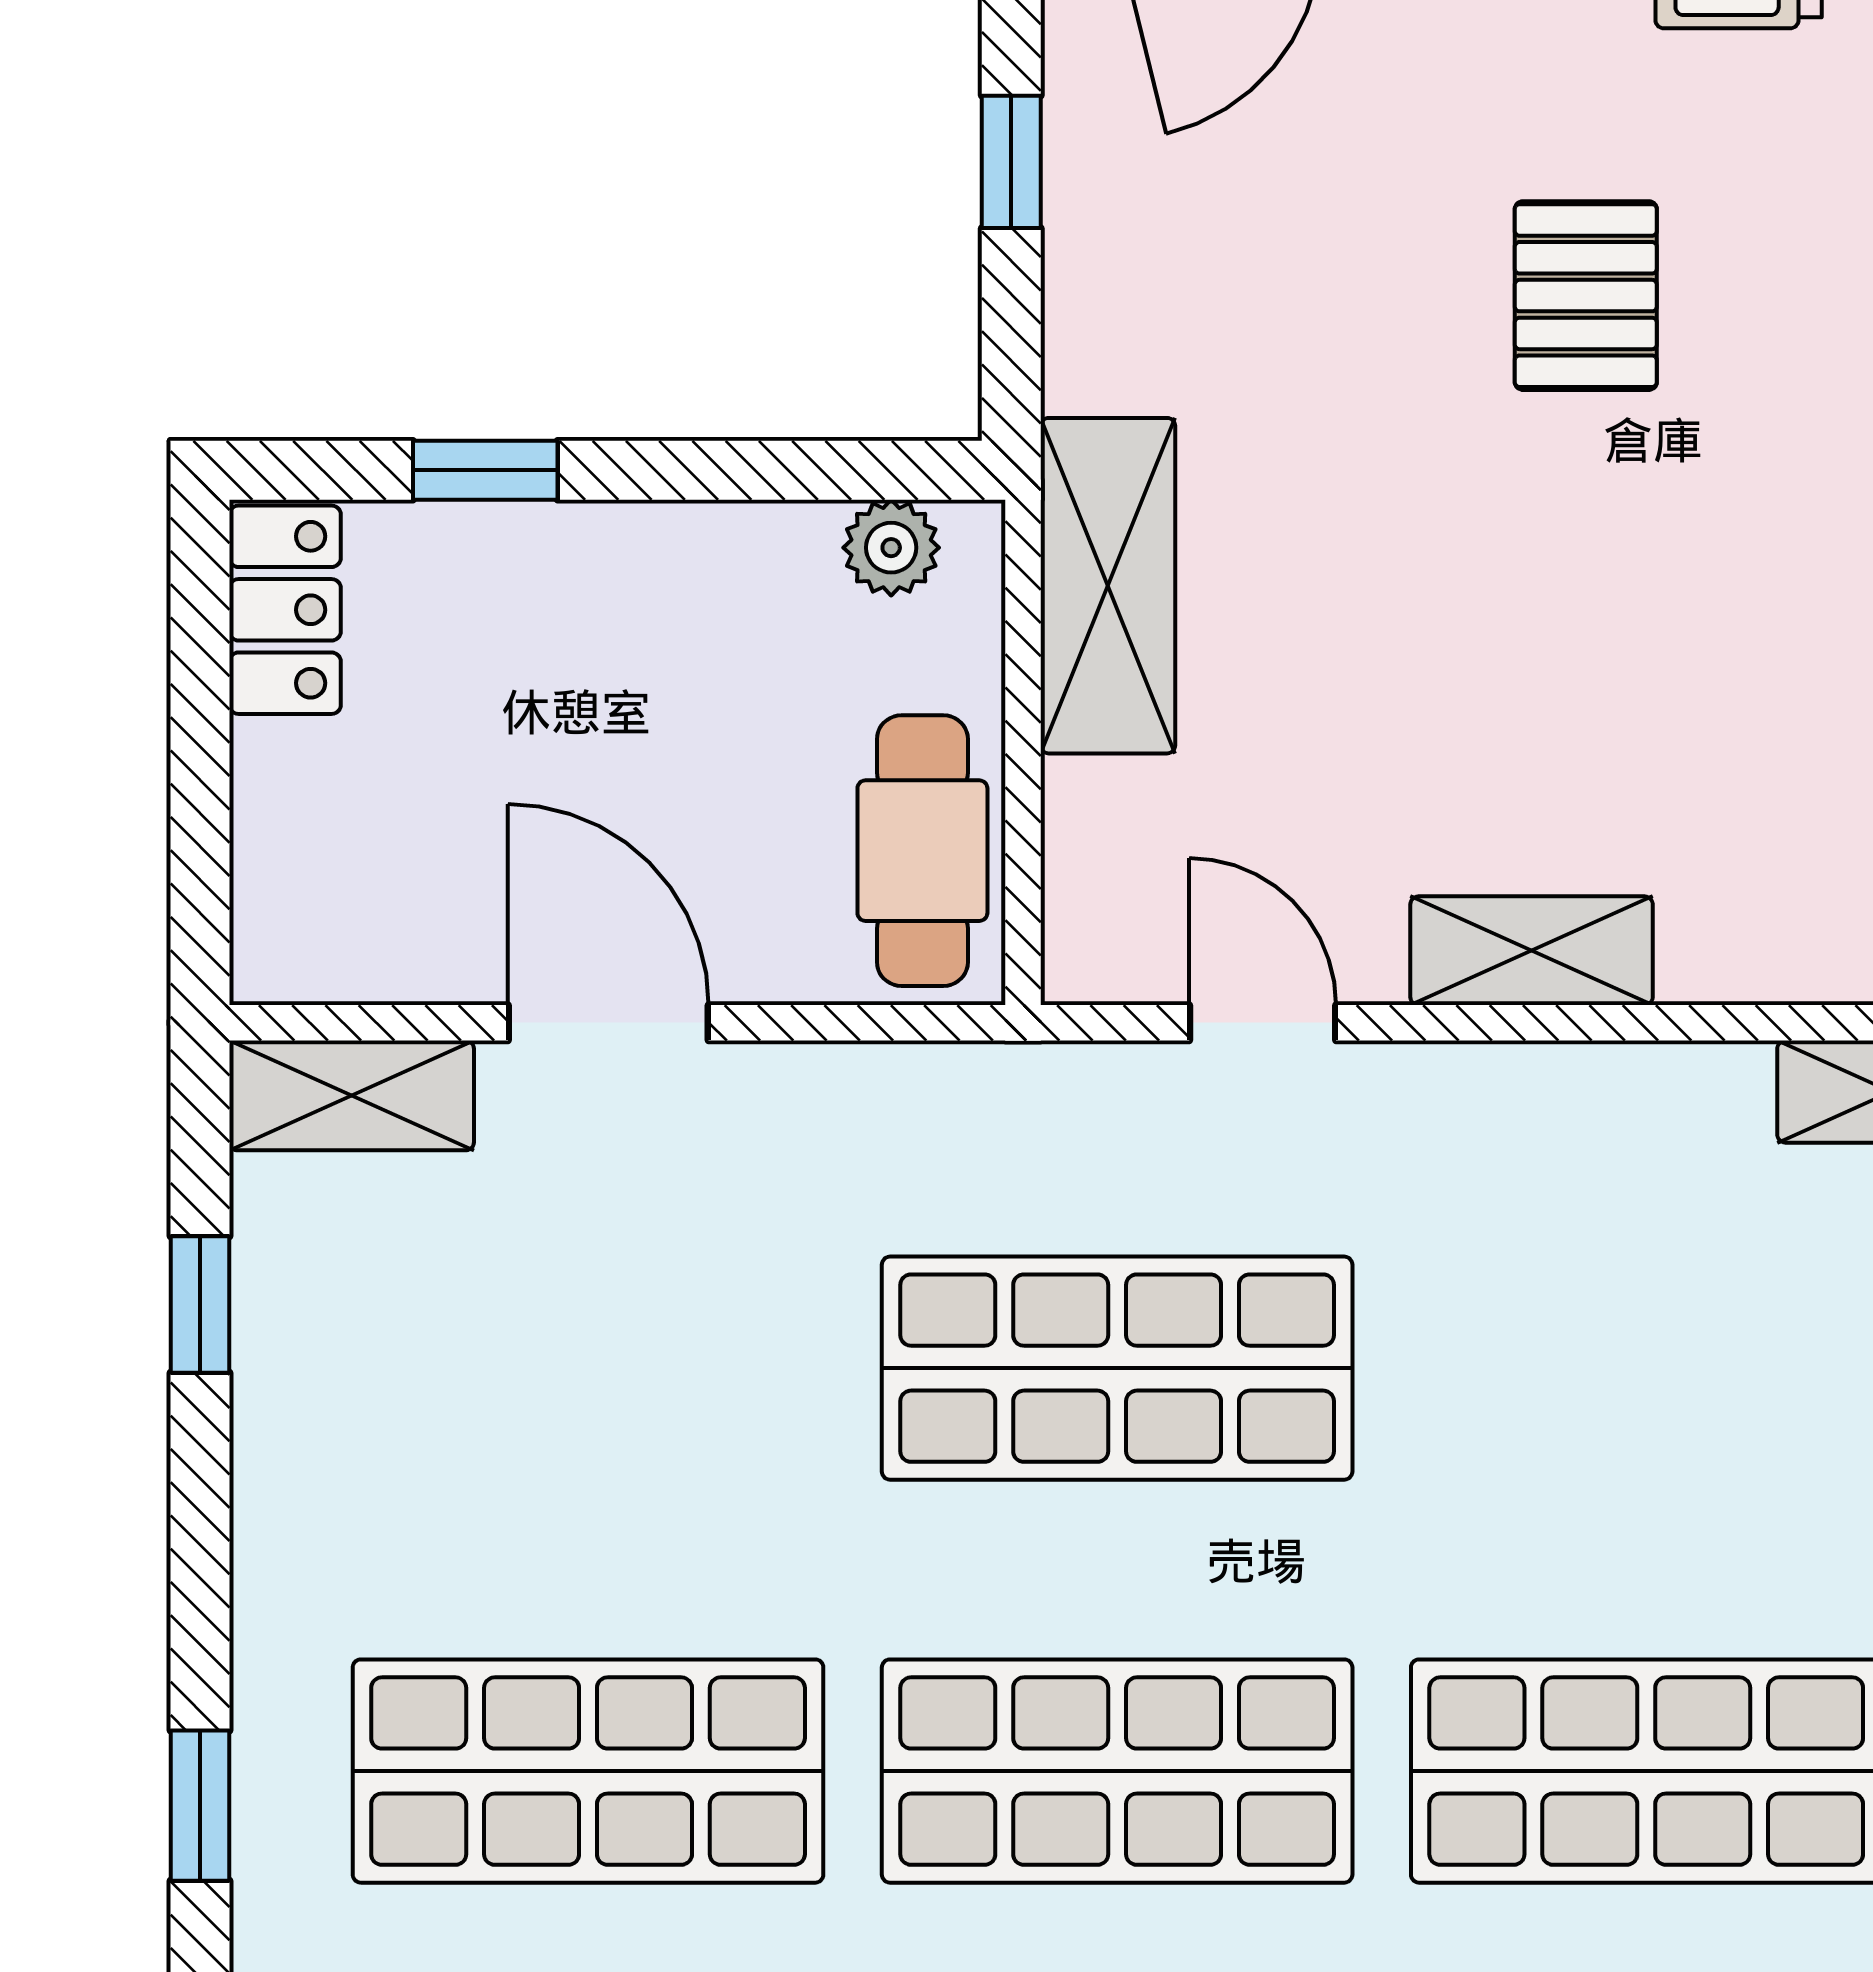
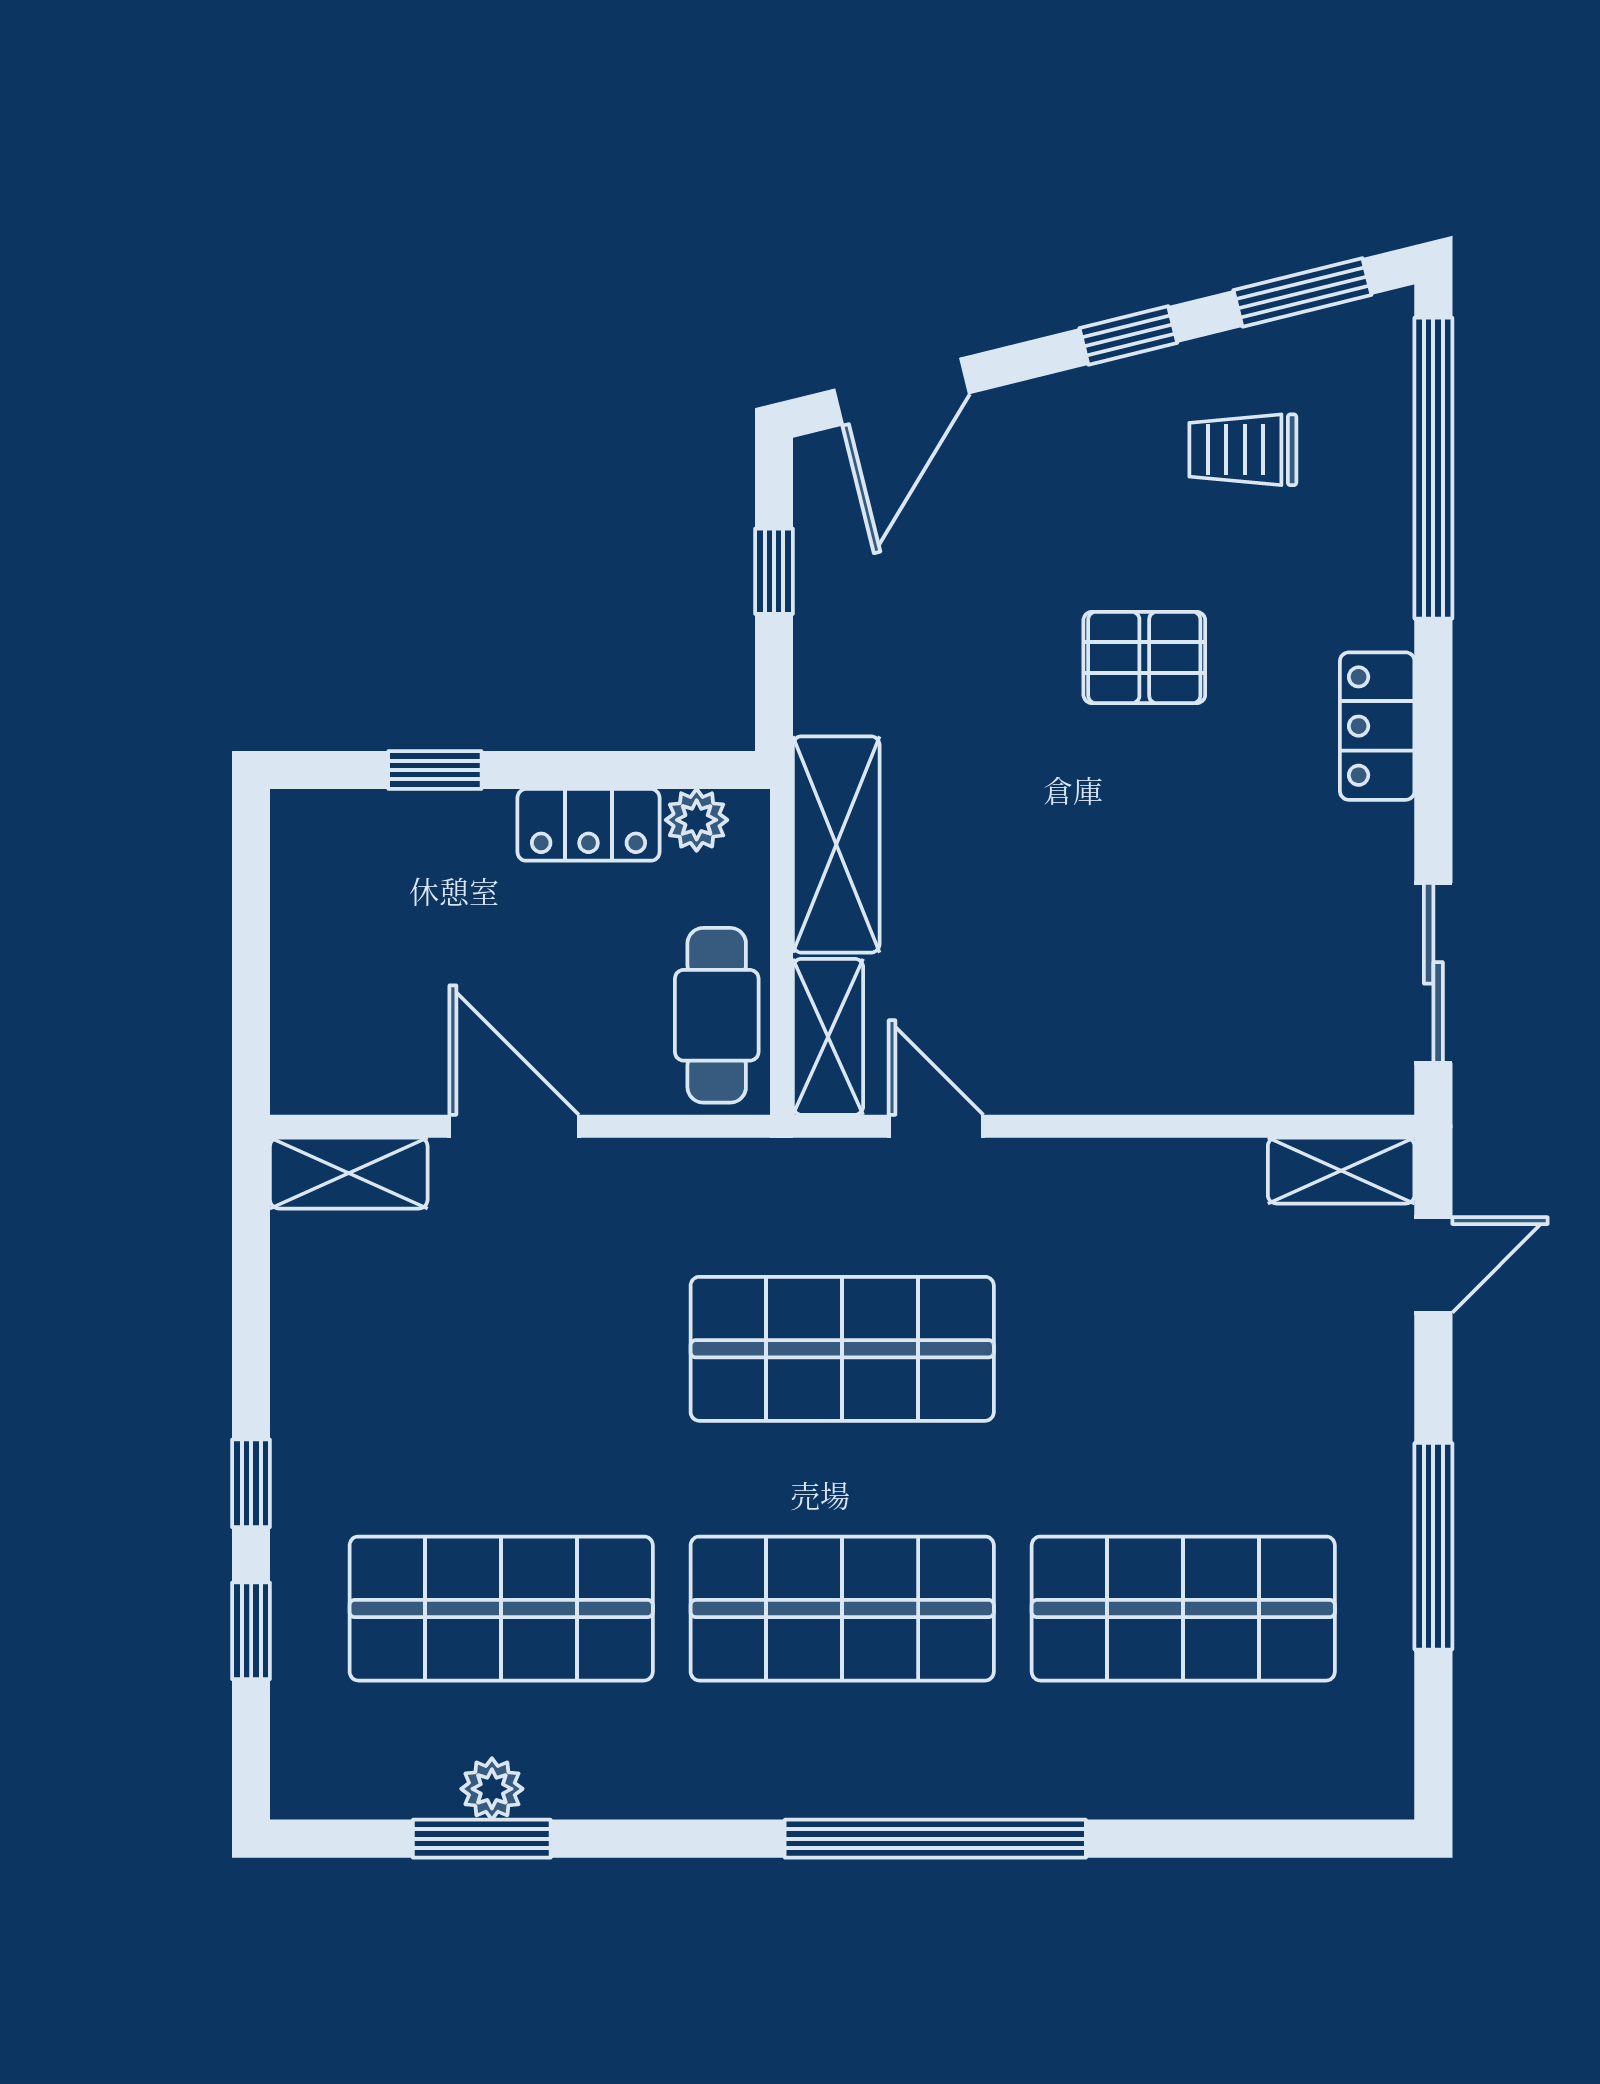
pallet: (1586, 296) -> (1144, 658), turned 90
locker: (285, 610) -> (588, 825), moved, turned 90
shelving: (1532, 951) -> (828, 1037), moved, turned 90
window: (200, 1305) -> (251, 1483), moved

